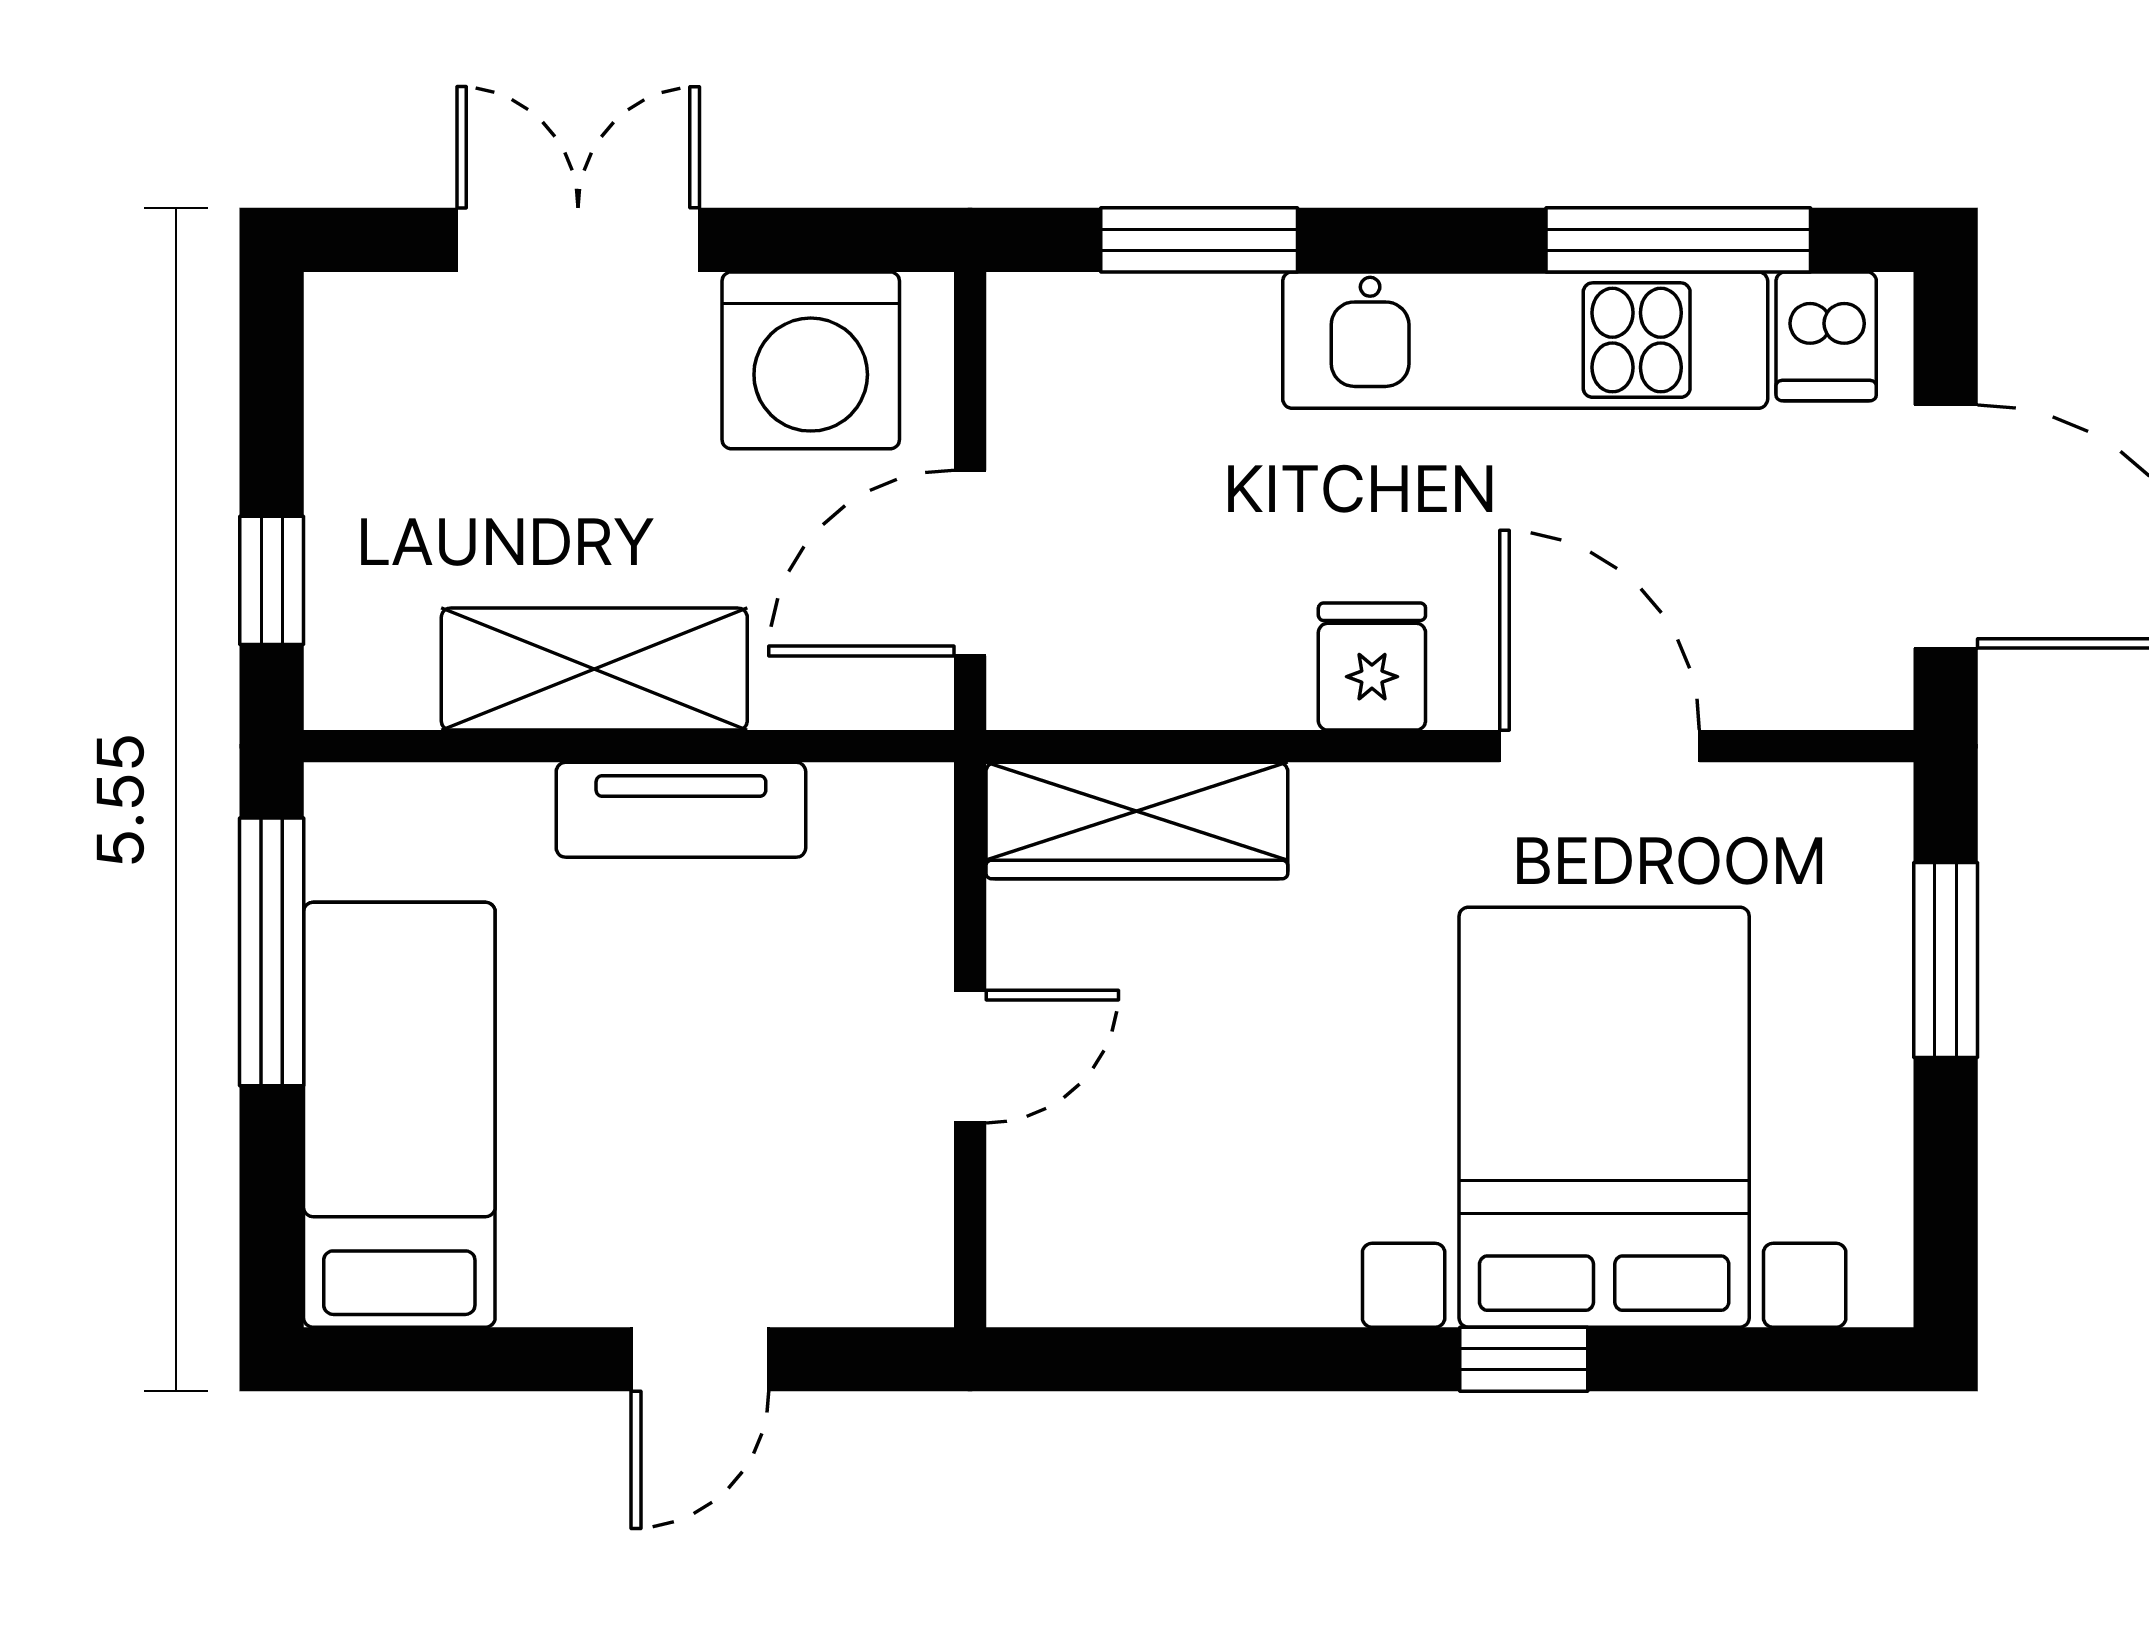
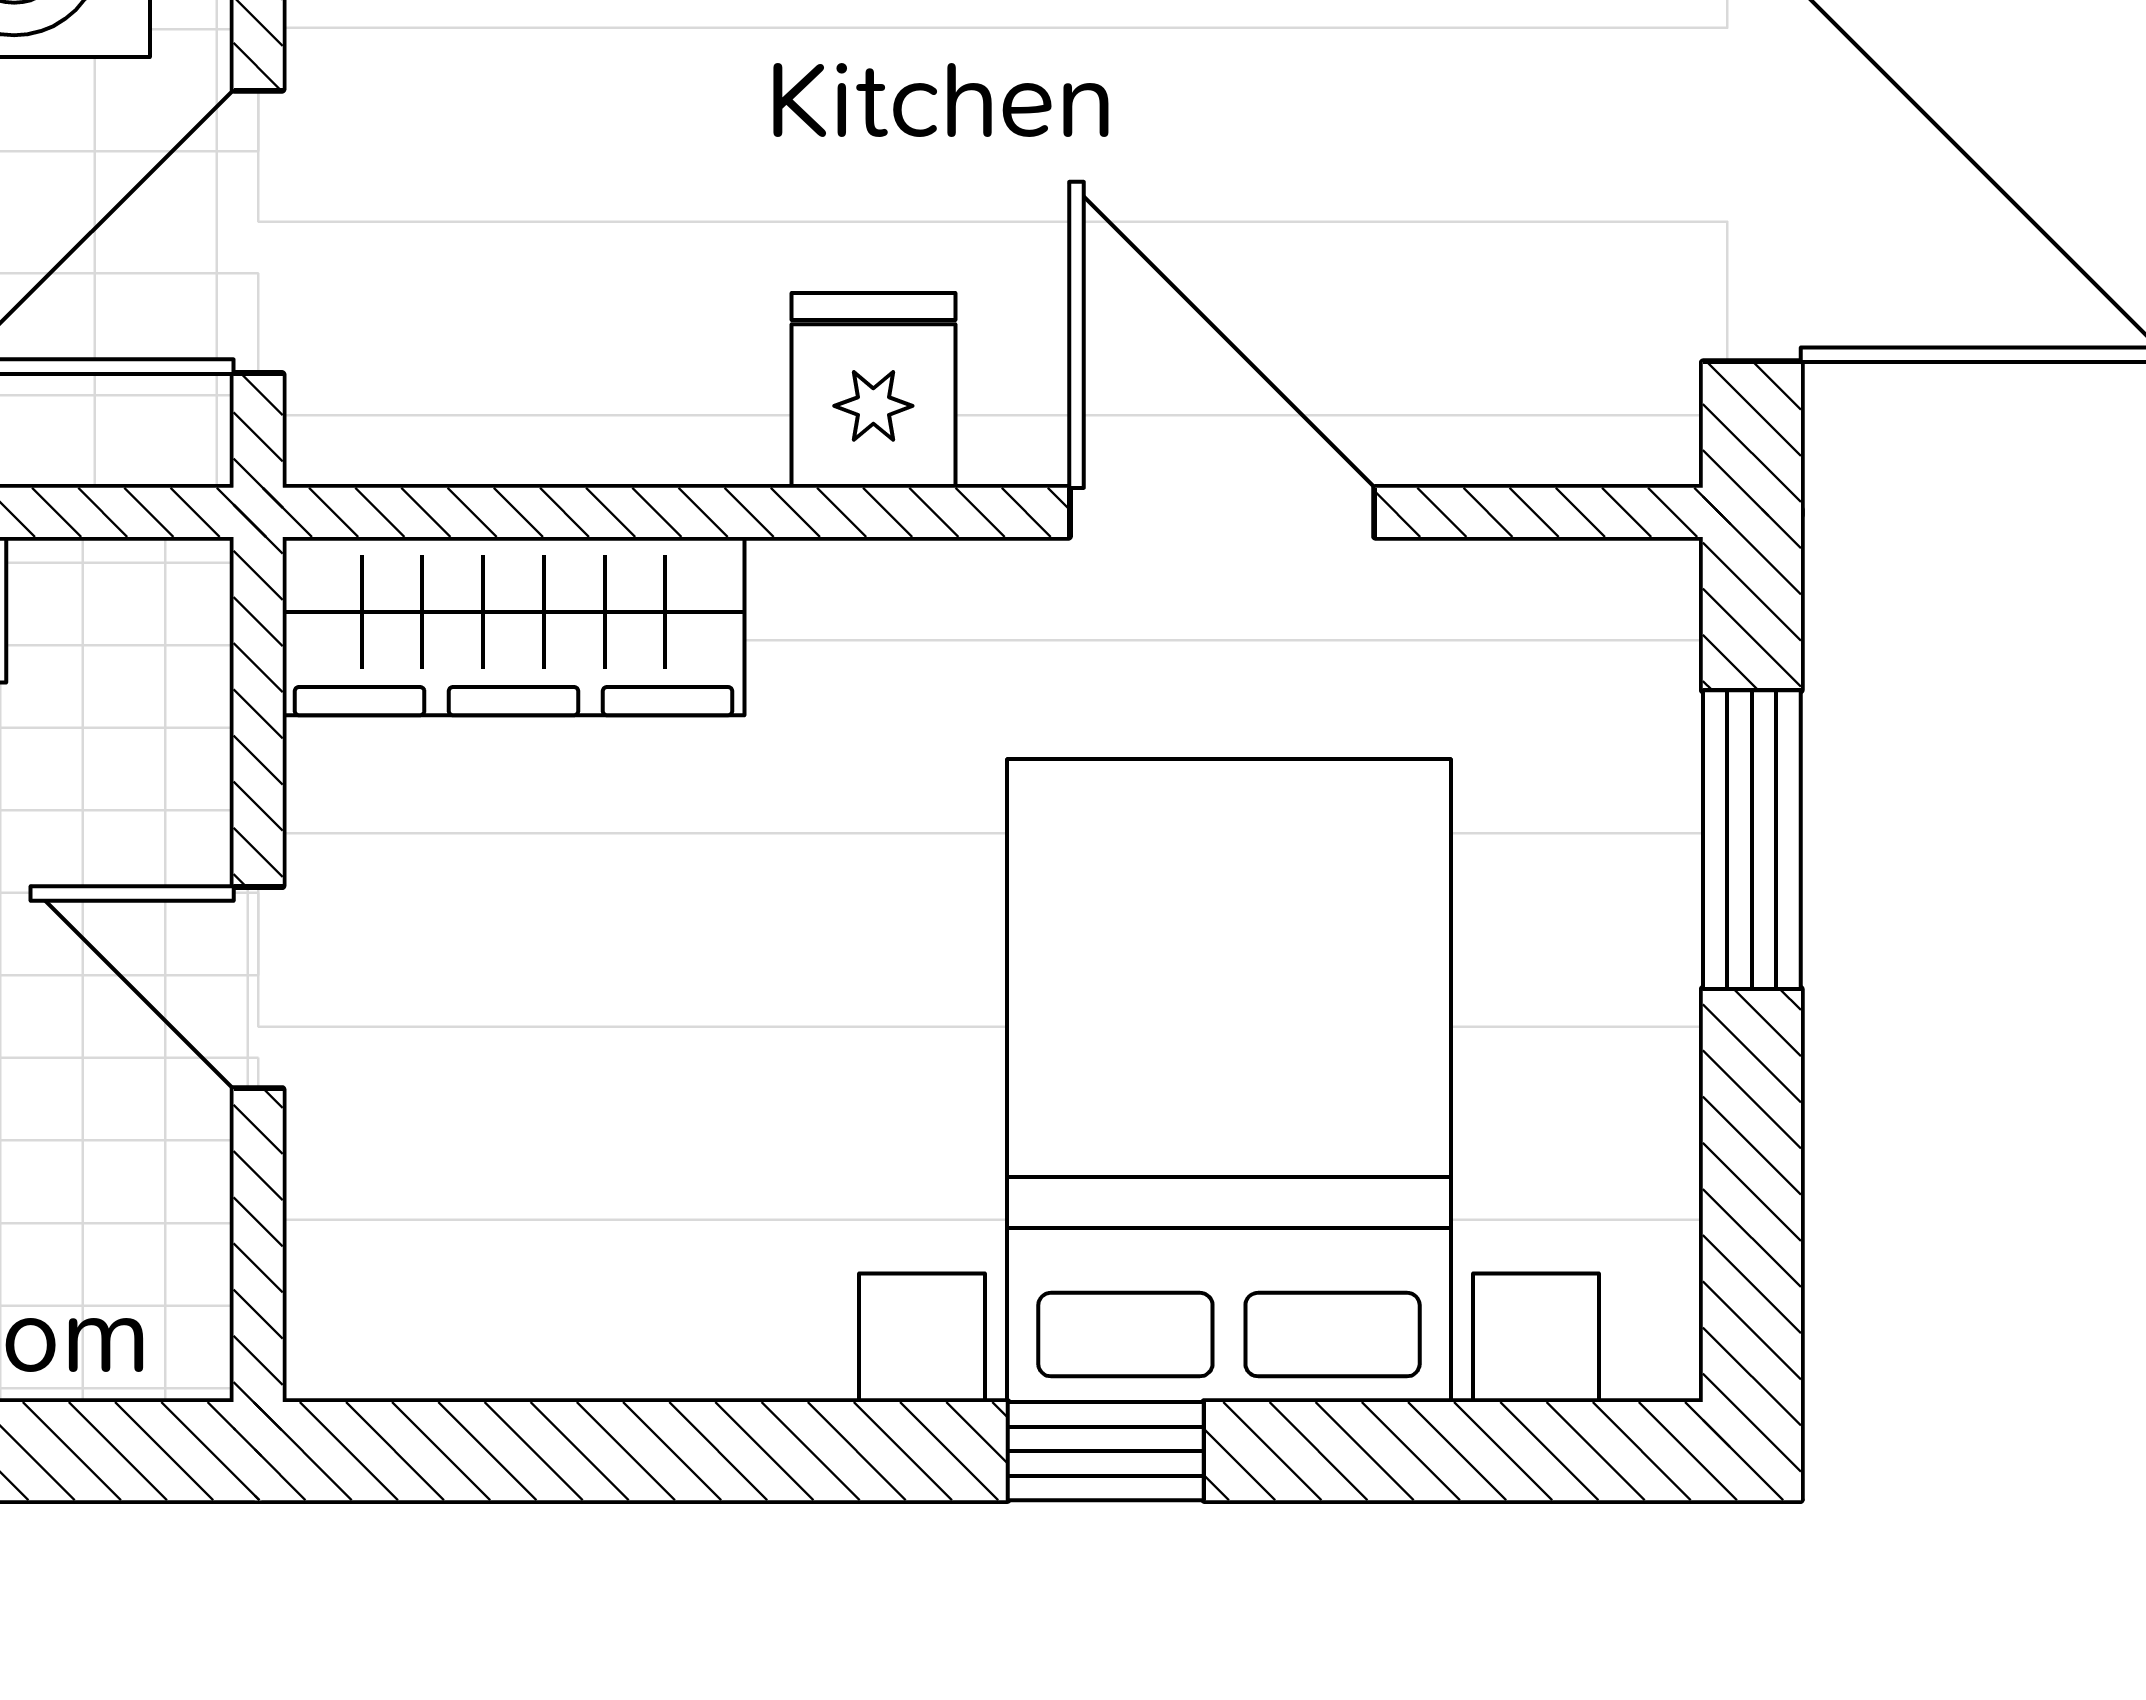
door: (970, 1057) -> (258, 988), swing flipped

